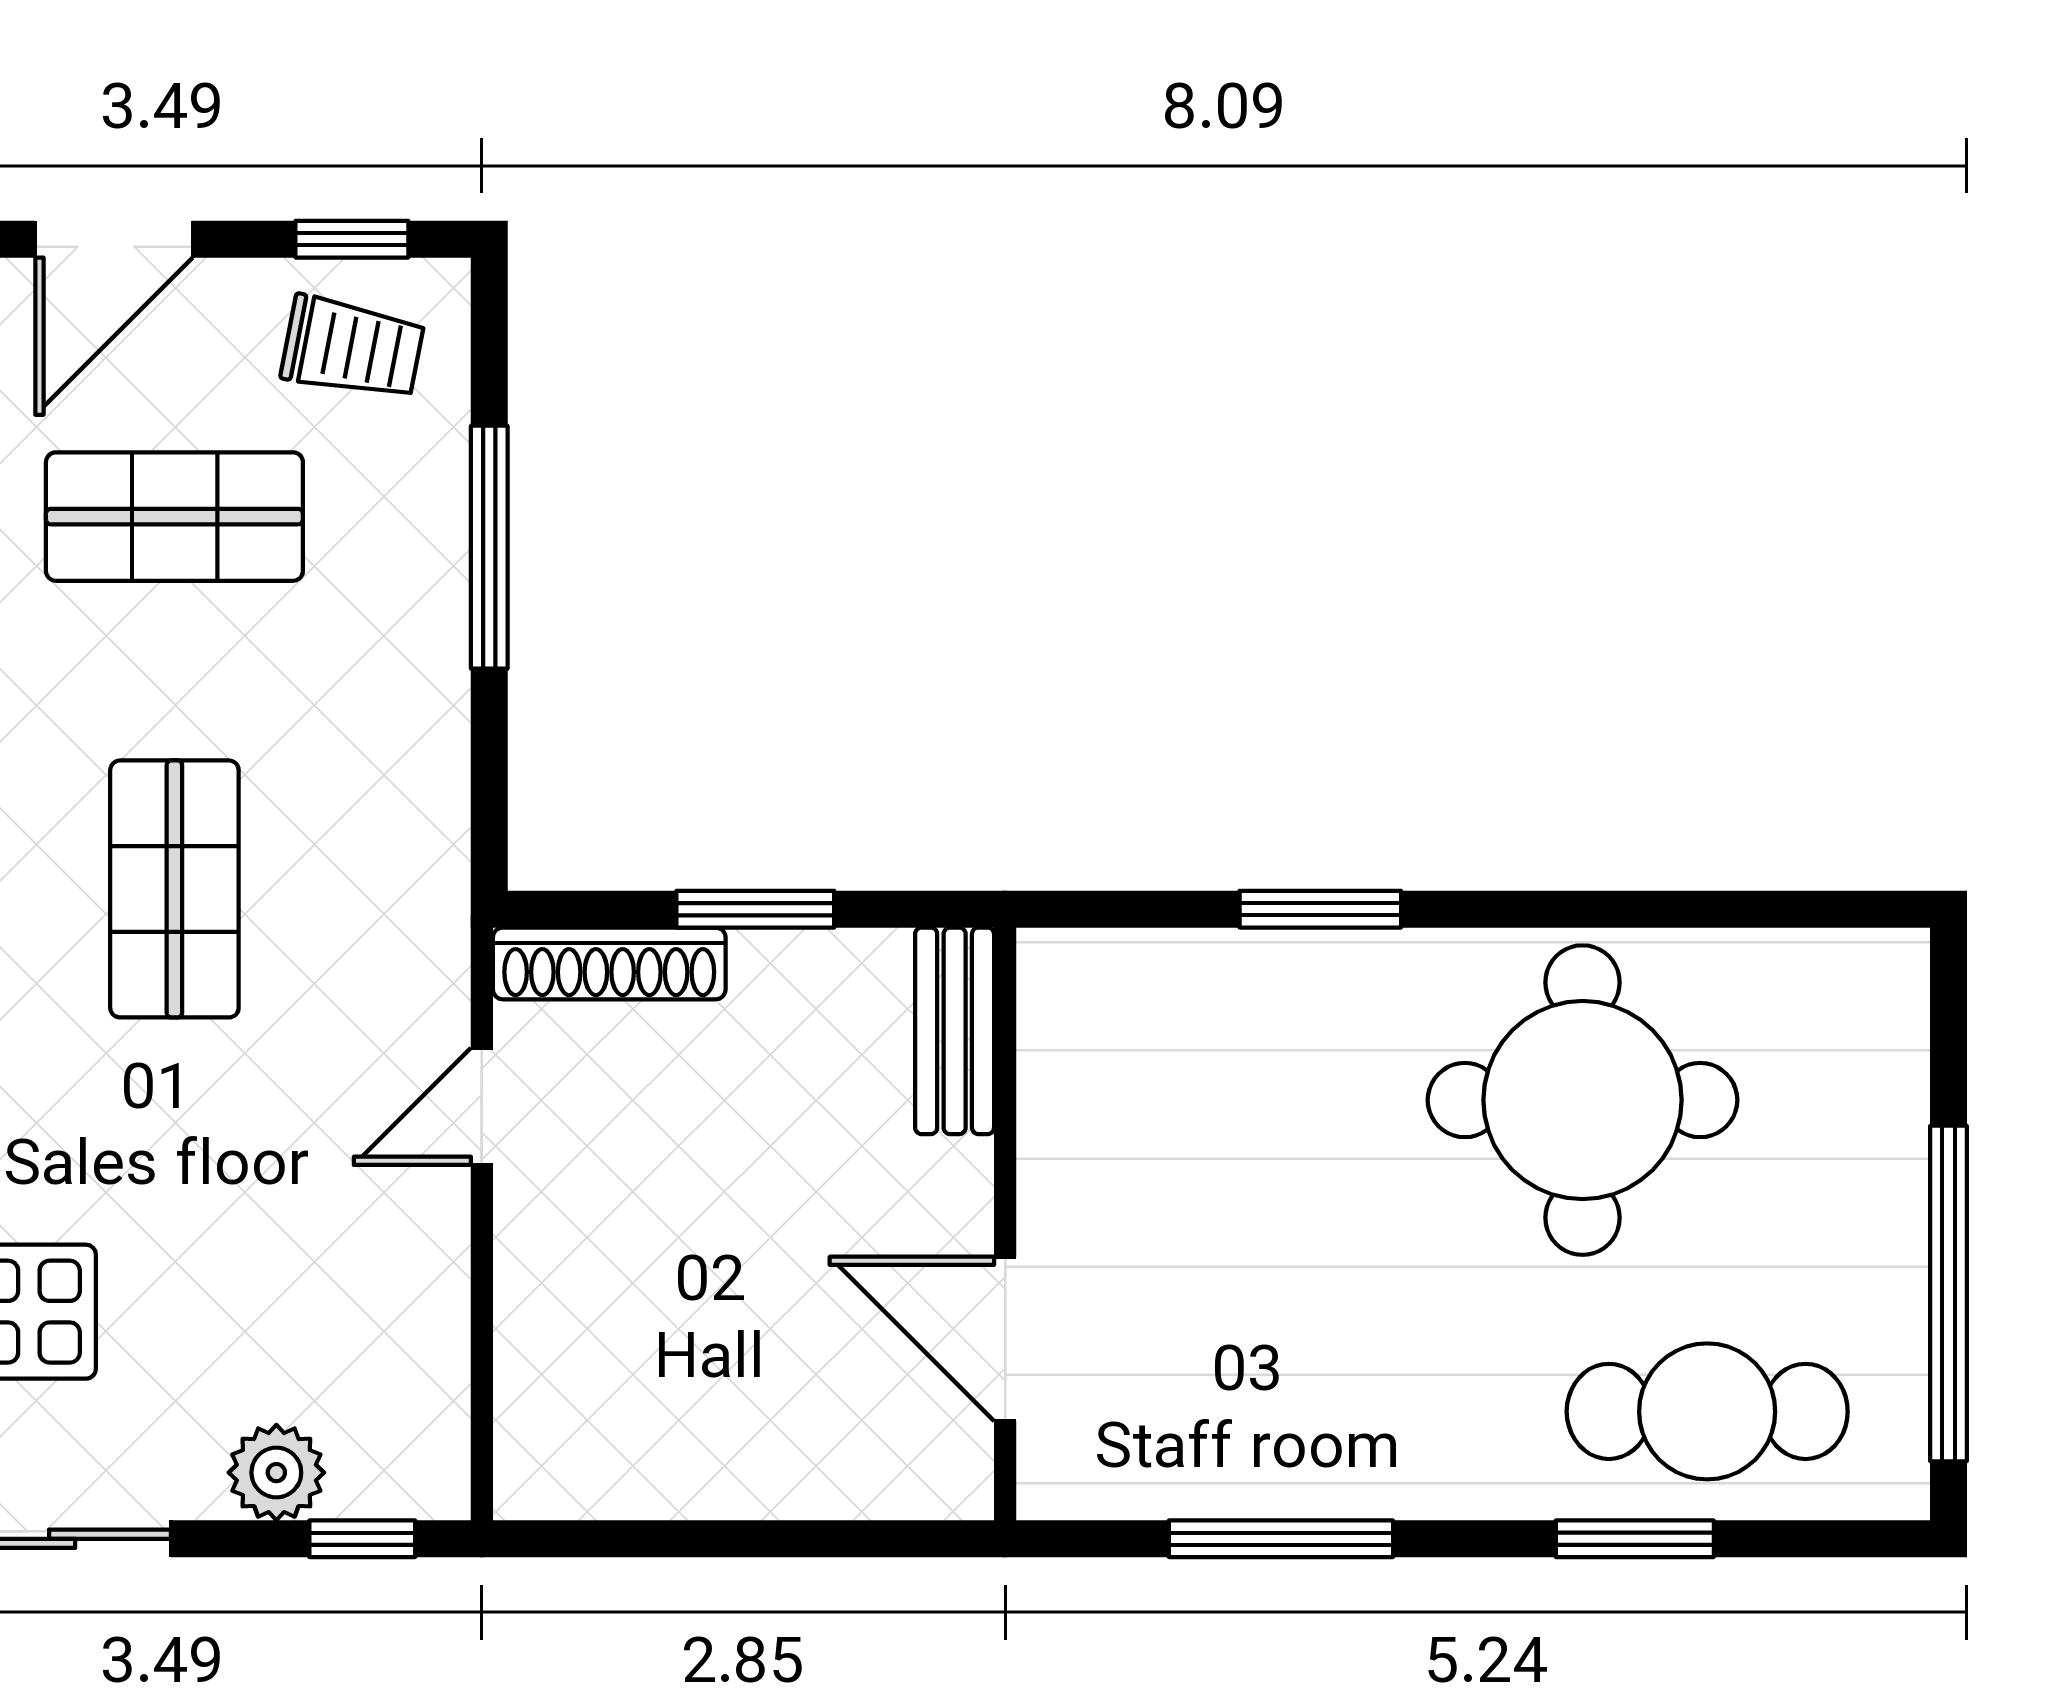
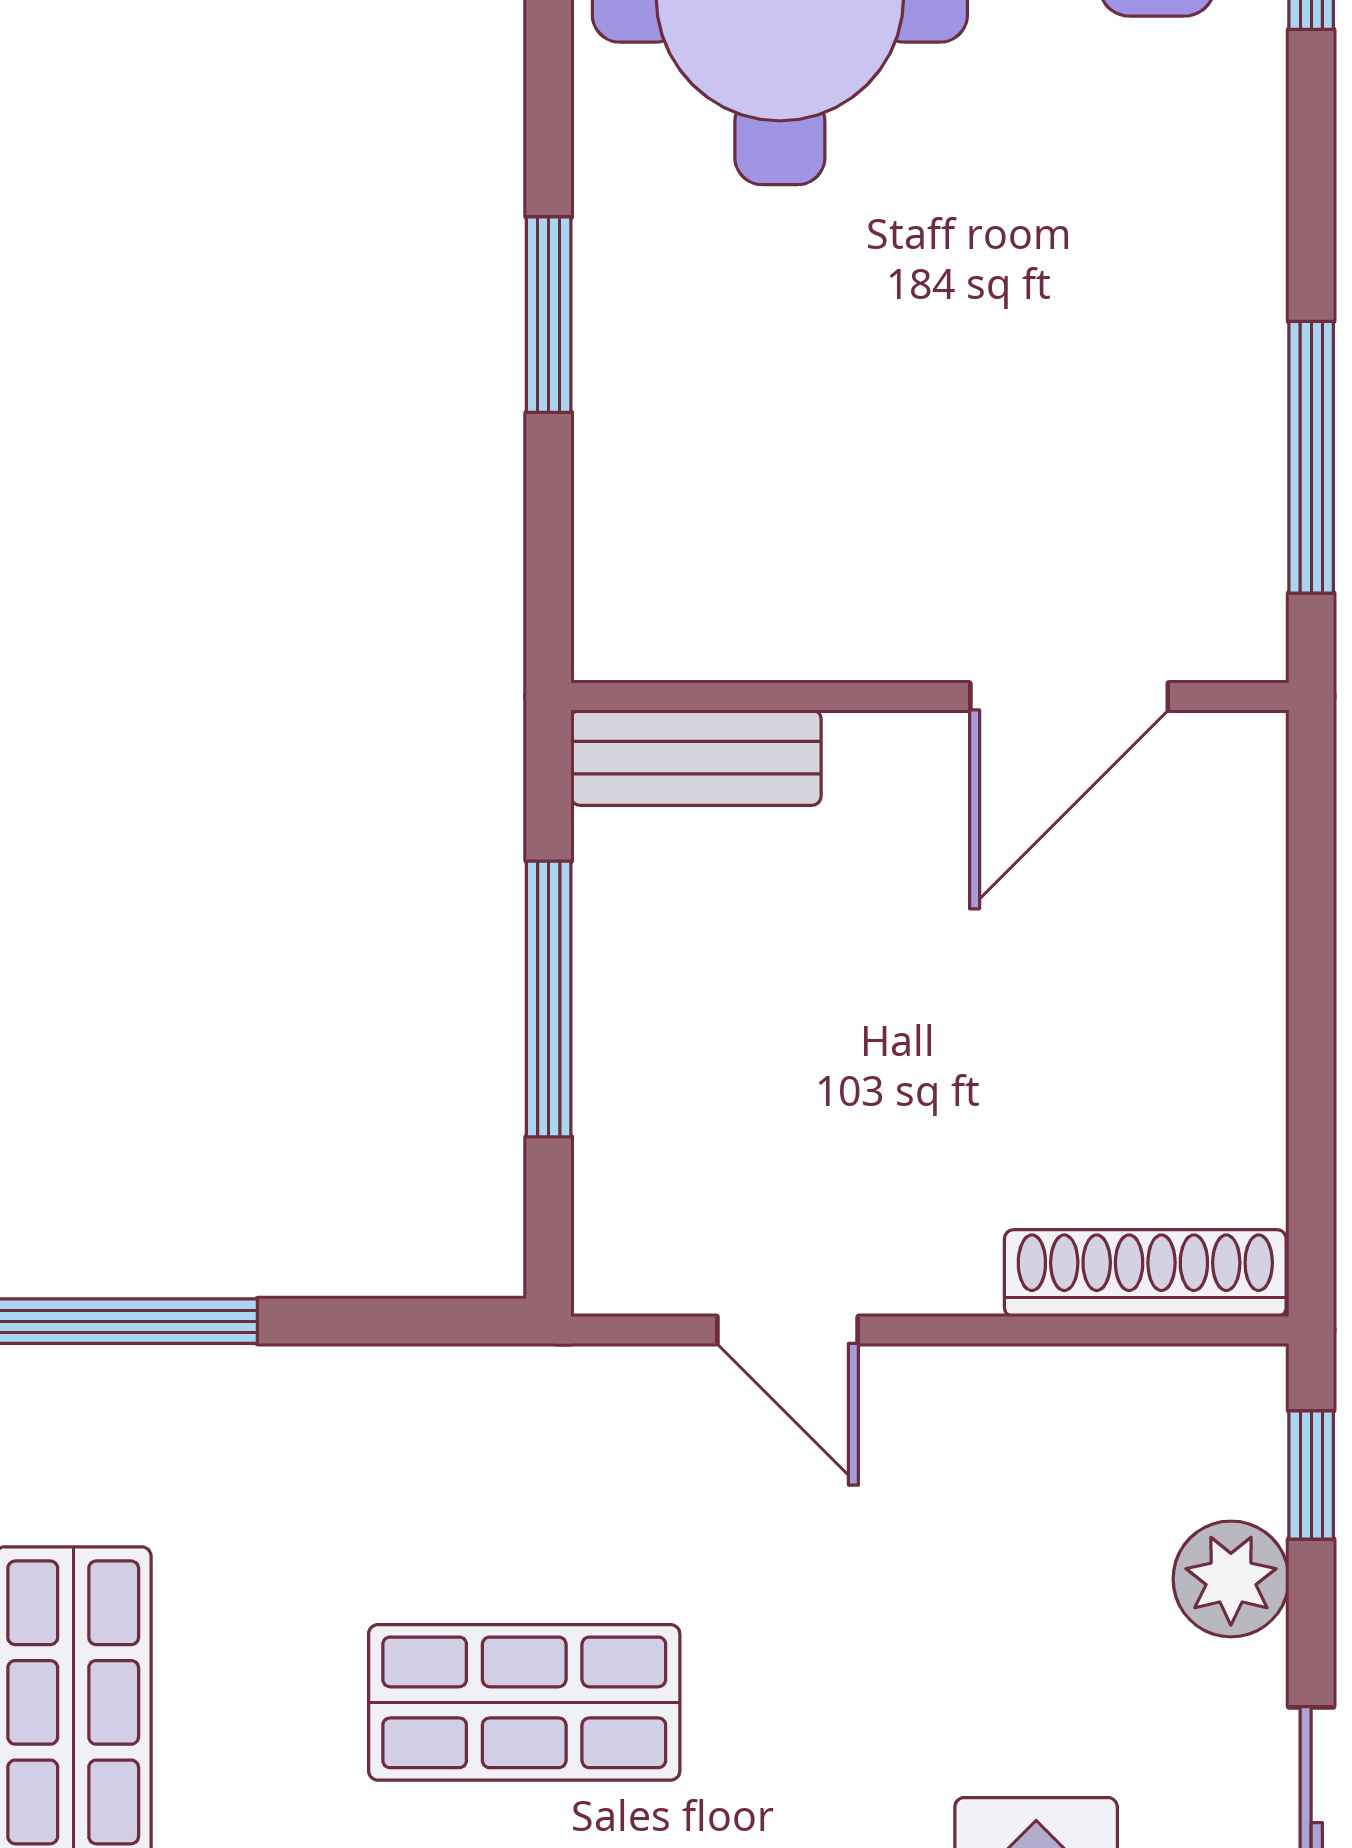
window: (755, 909) -> (549, 999), width x1.44
shoe rack: (609, 963) -> (1145, 1273), moved, turned -90
window: (1281, 1539) -> (1311, 457), moved

